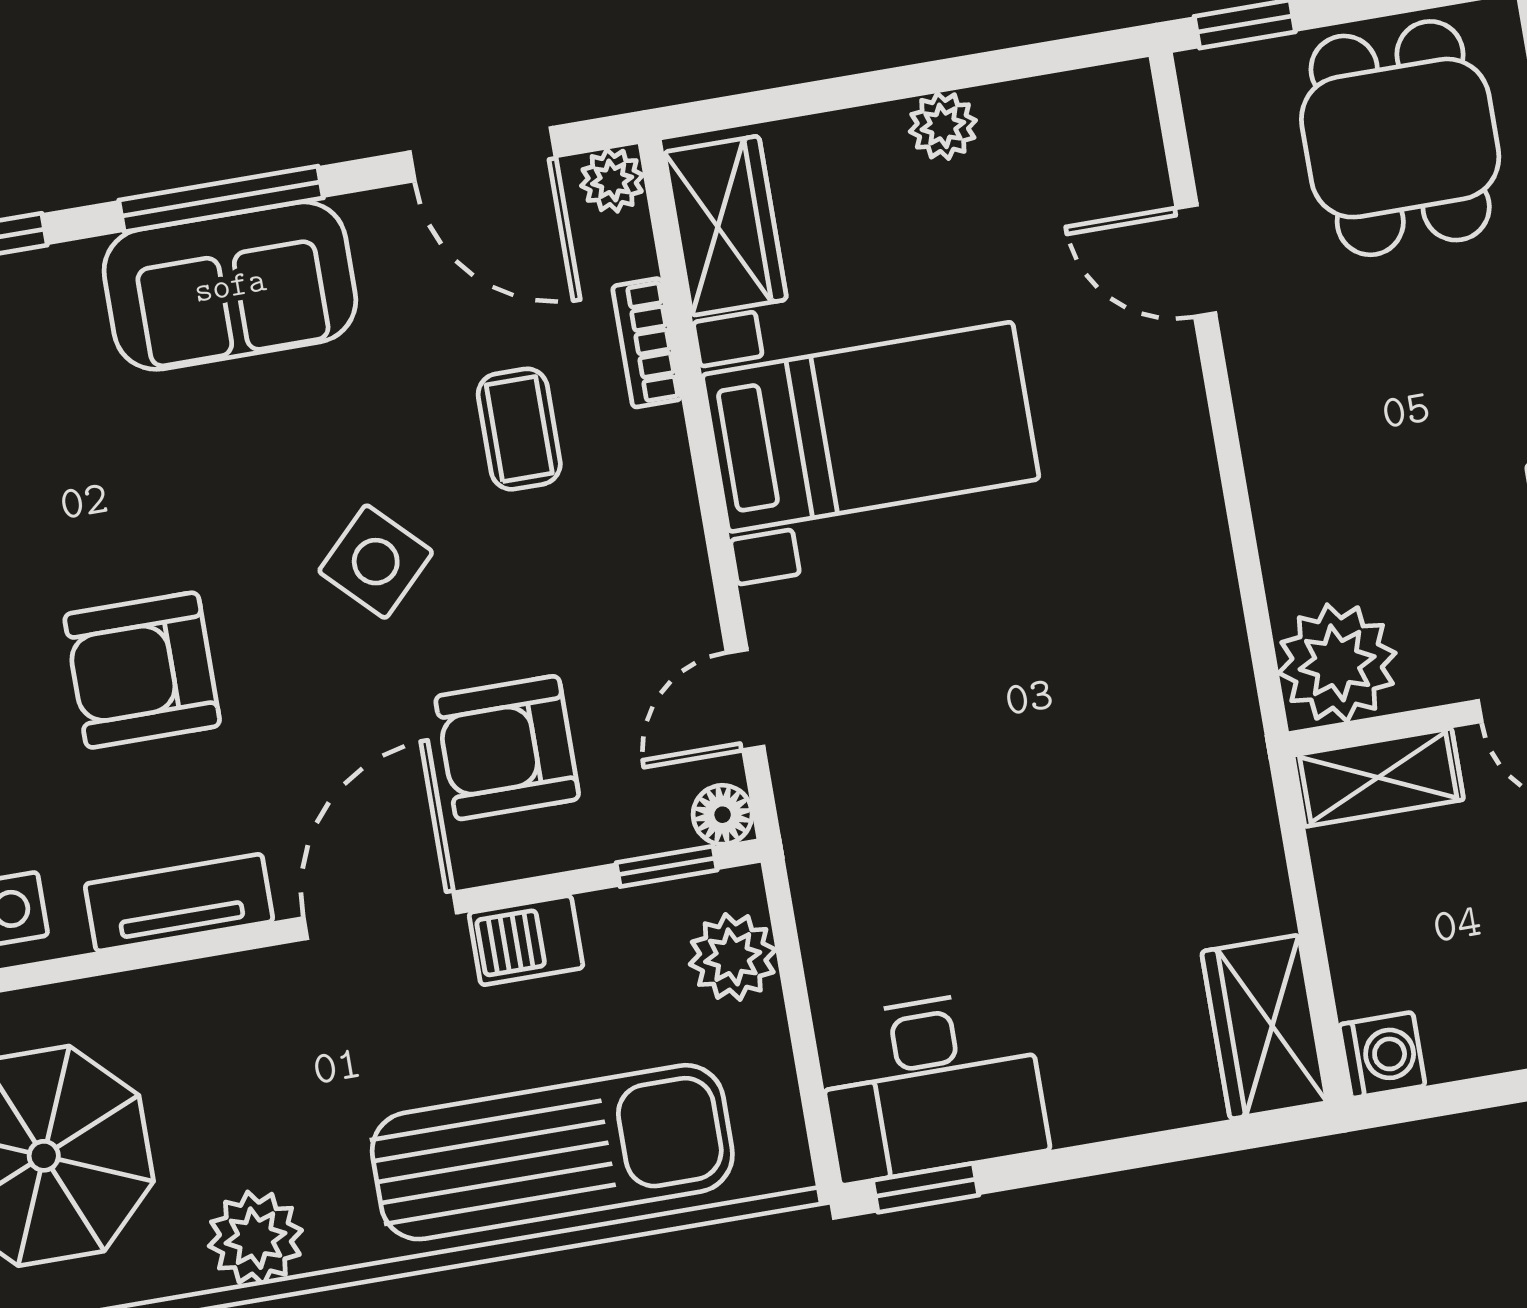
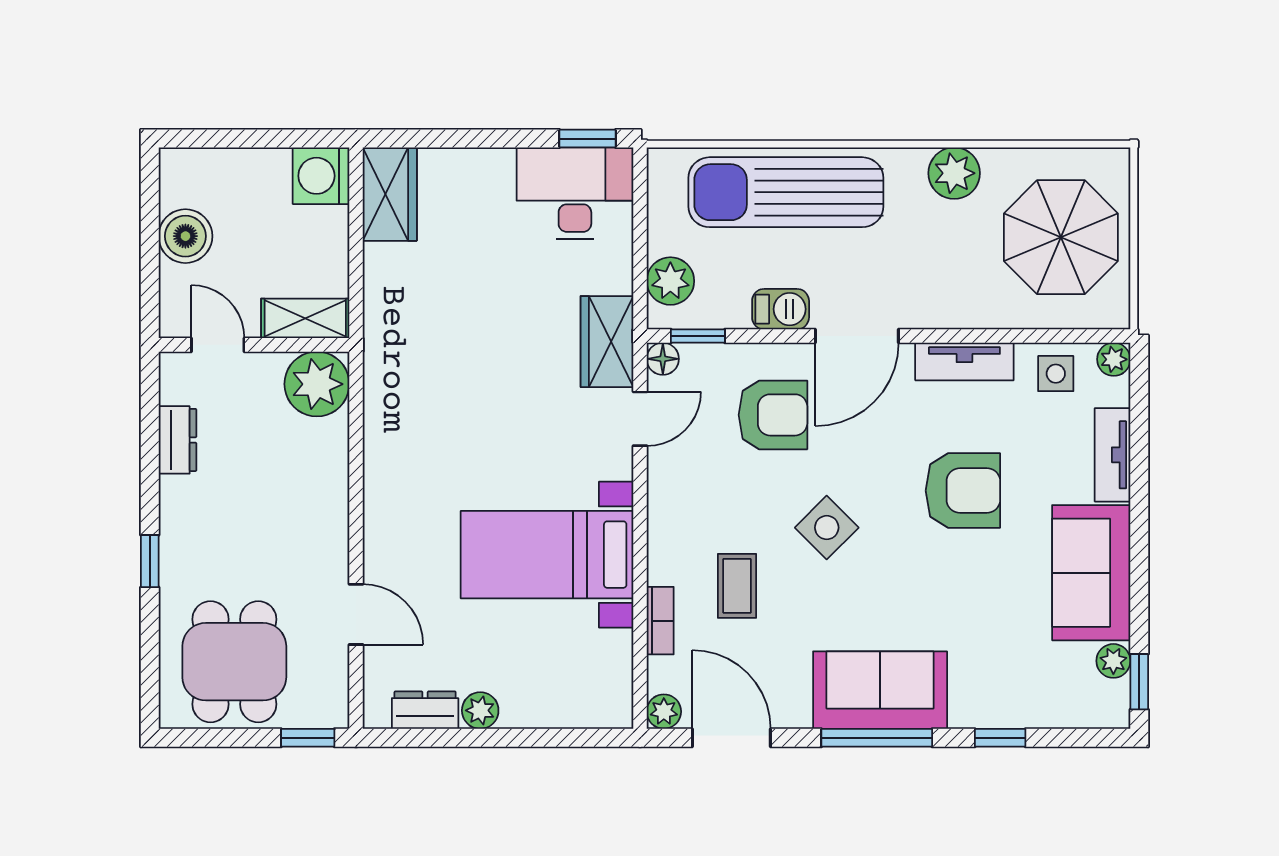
dresser: (1042, 110) -> (425, 710), added
wardrobe: (725, 226) -> (607, 342), moved
washing machine: (1382, 1055) -> (321, 176), width x1.38, depth x1.38

